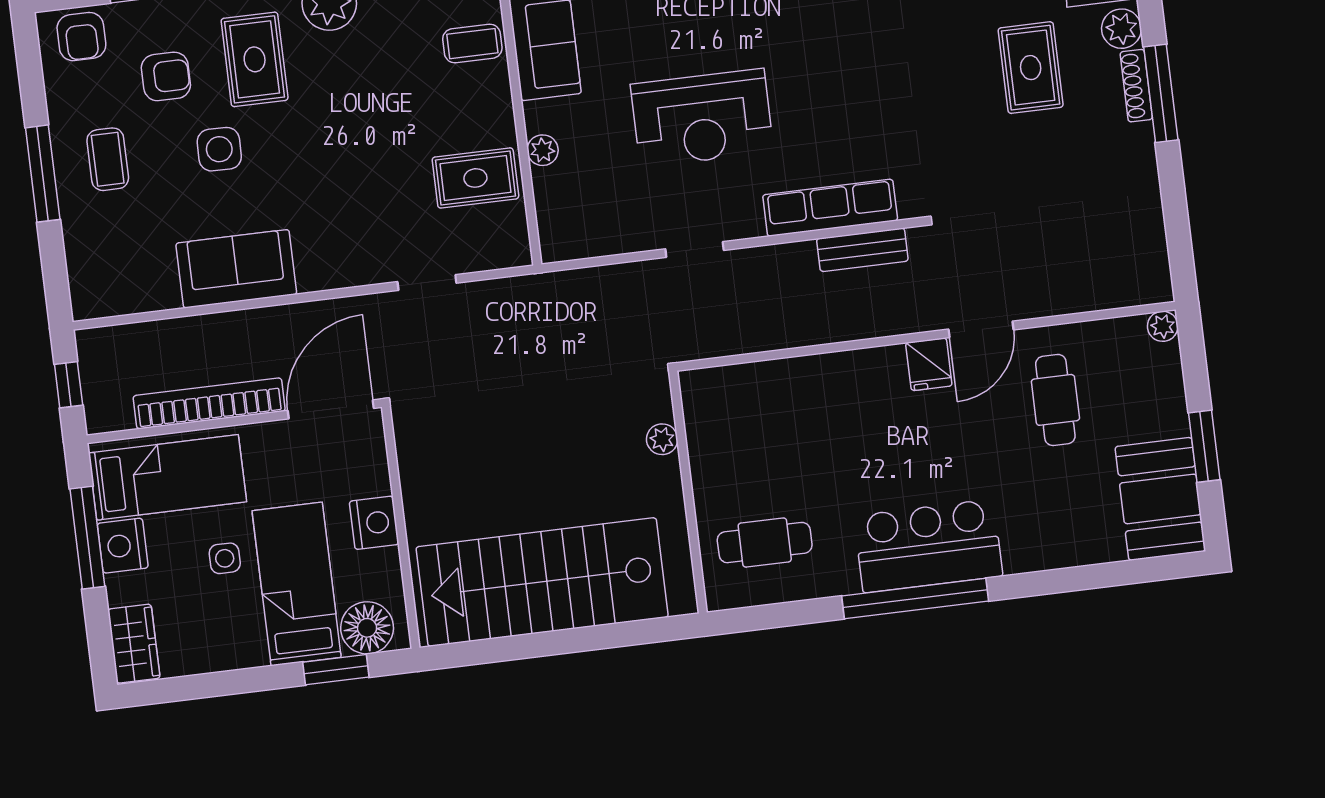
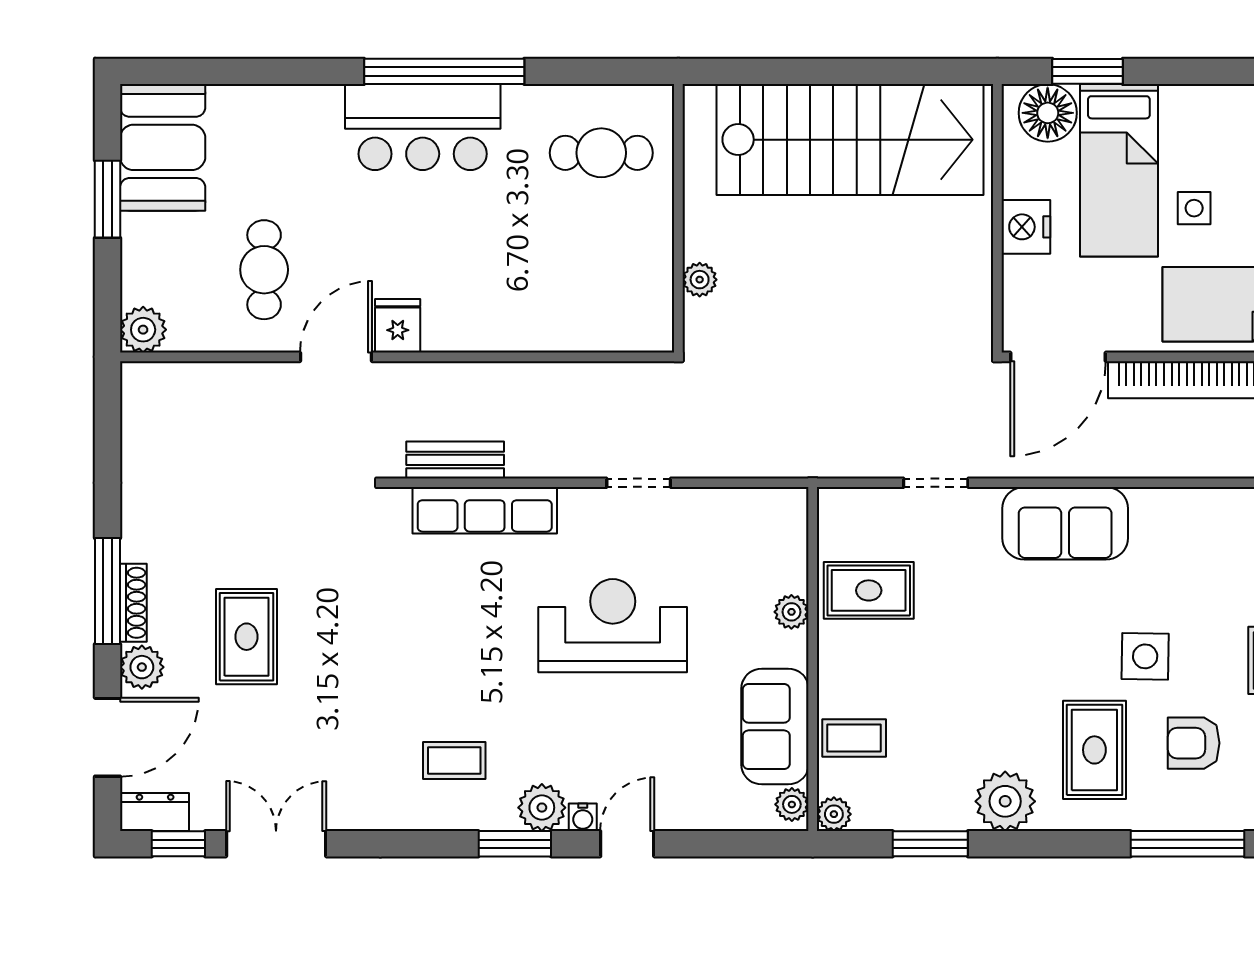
sofa: (236, 269) -> (1065, 523), moved
plant: (1163, 326) -> (143, 330), width x1.38, depth x1.38

